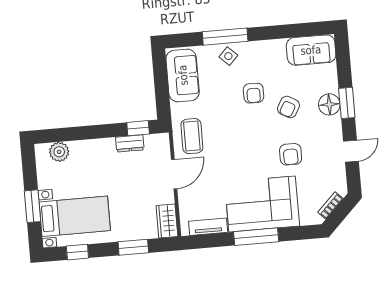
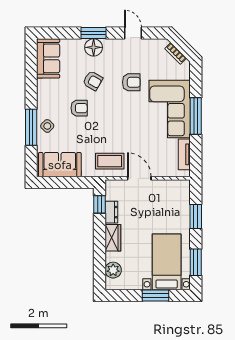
wardrobe: (167, 221) -> (113, 238), moved, turned -90
window: (77, 252) -> (196, 262), width x1.50

